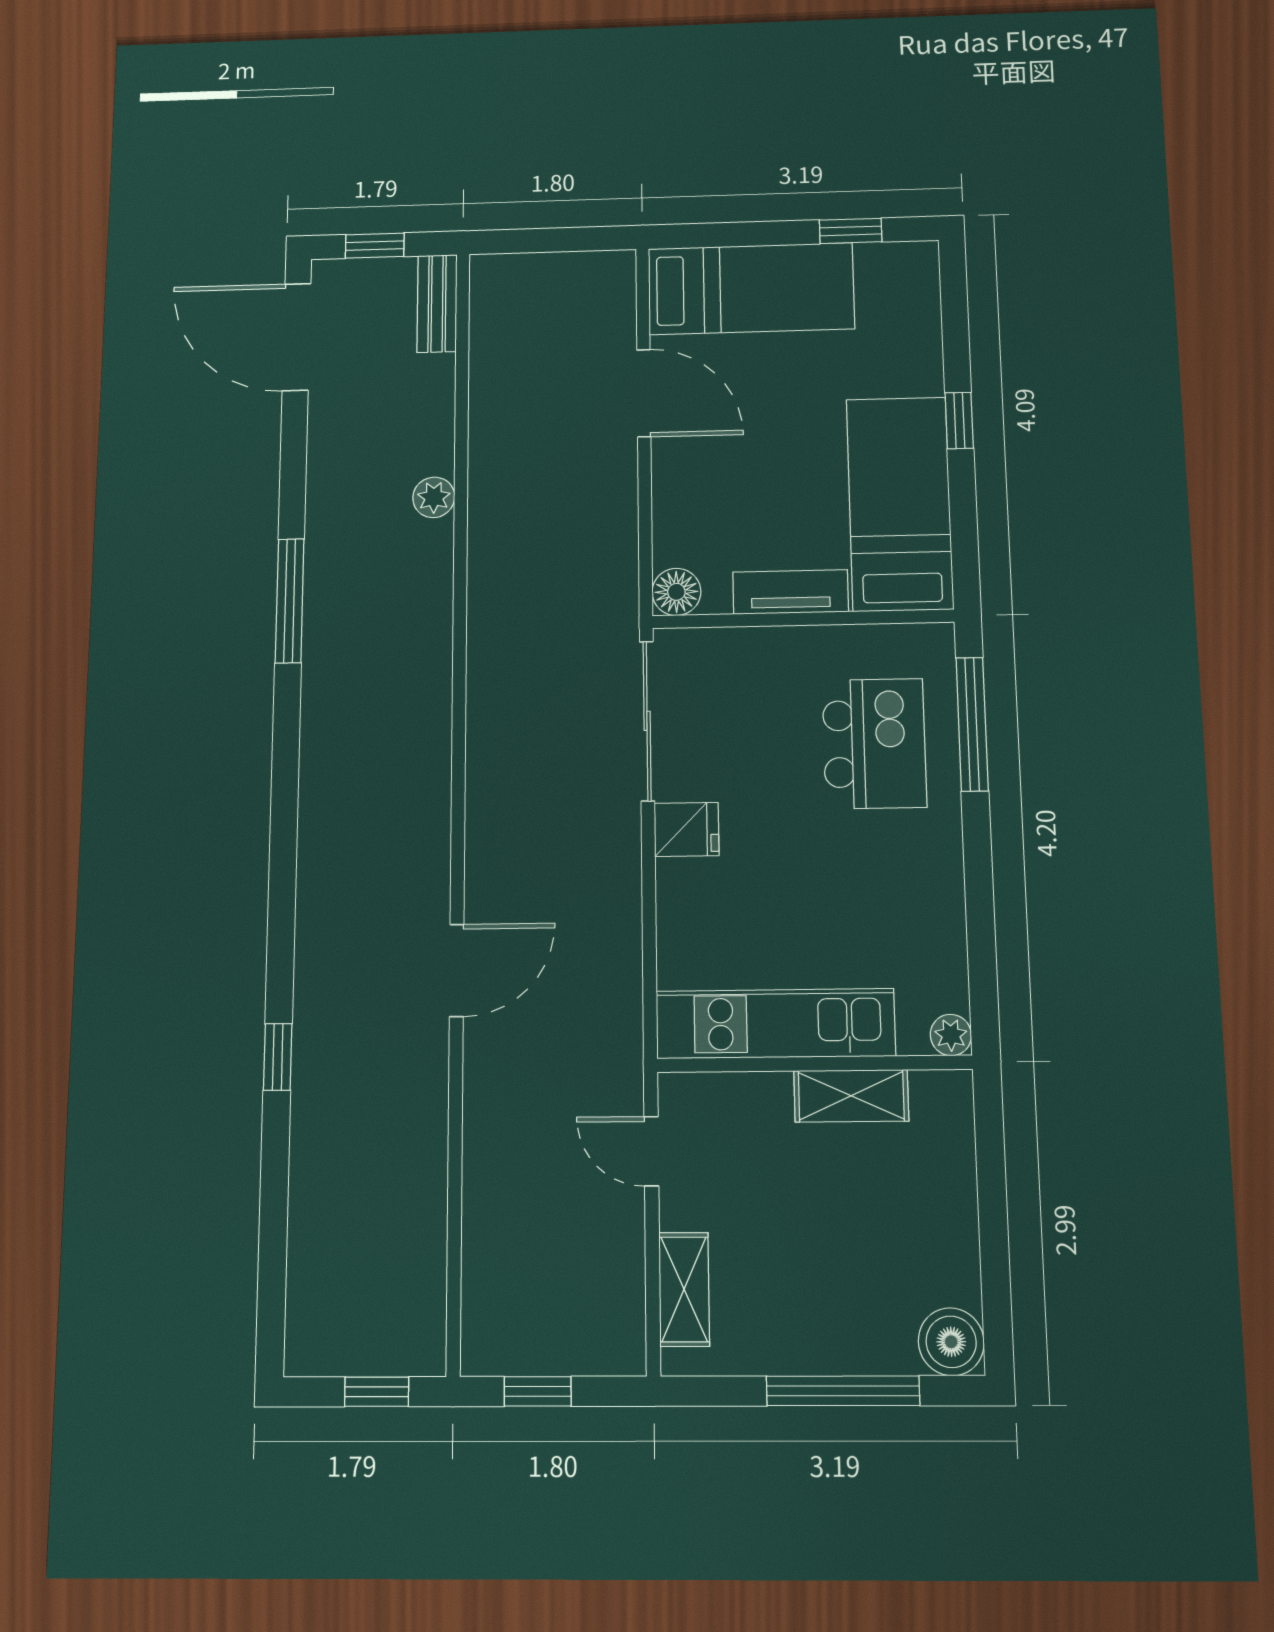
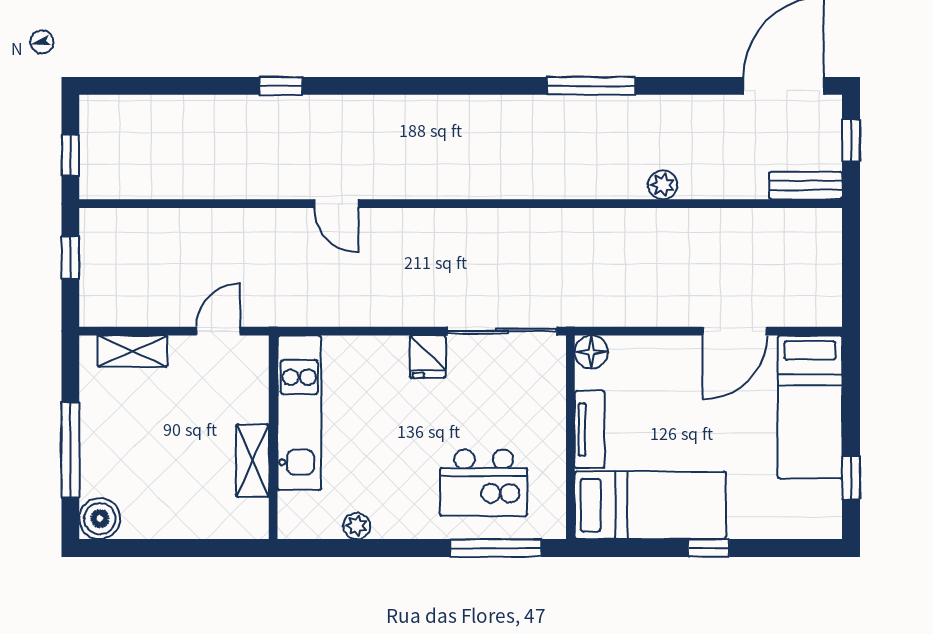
door: (457, 970) -> (336, 204), width x0.73
plant: (951, 1035) -> (357, 526), moved

